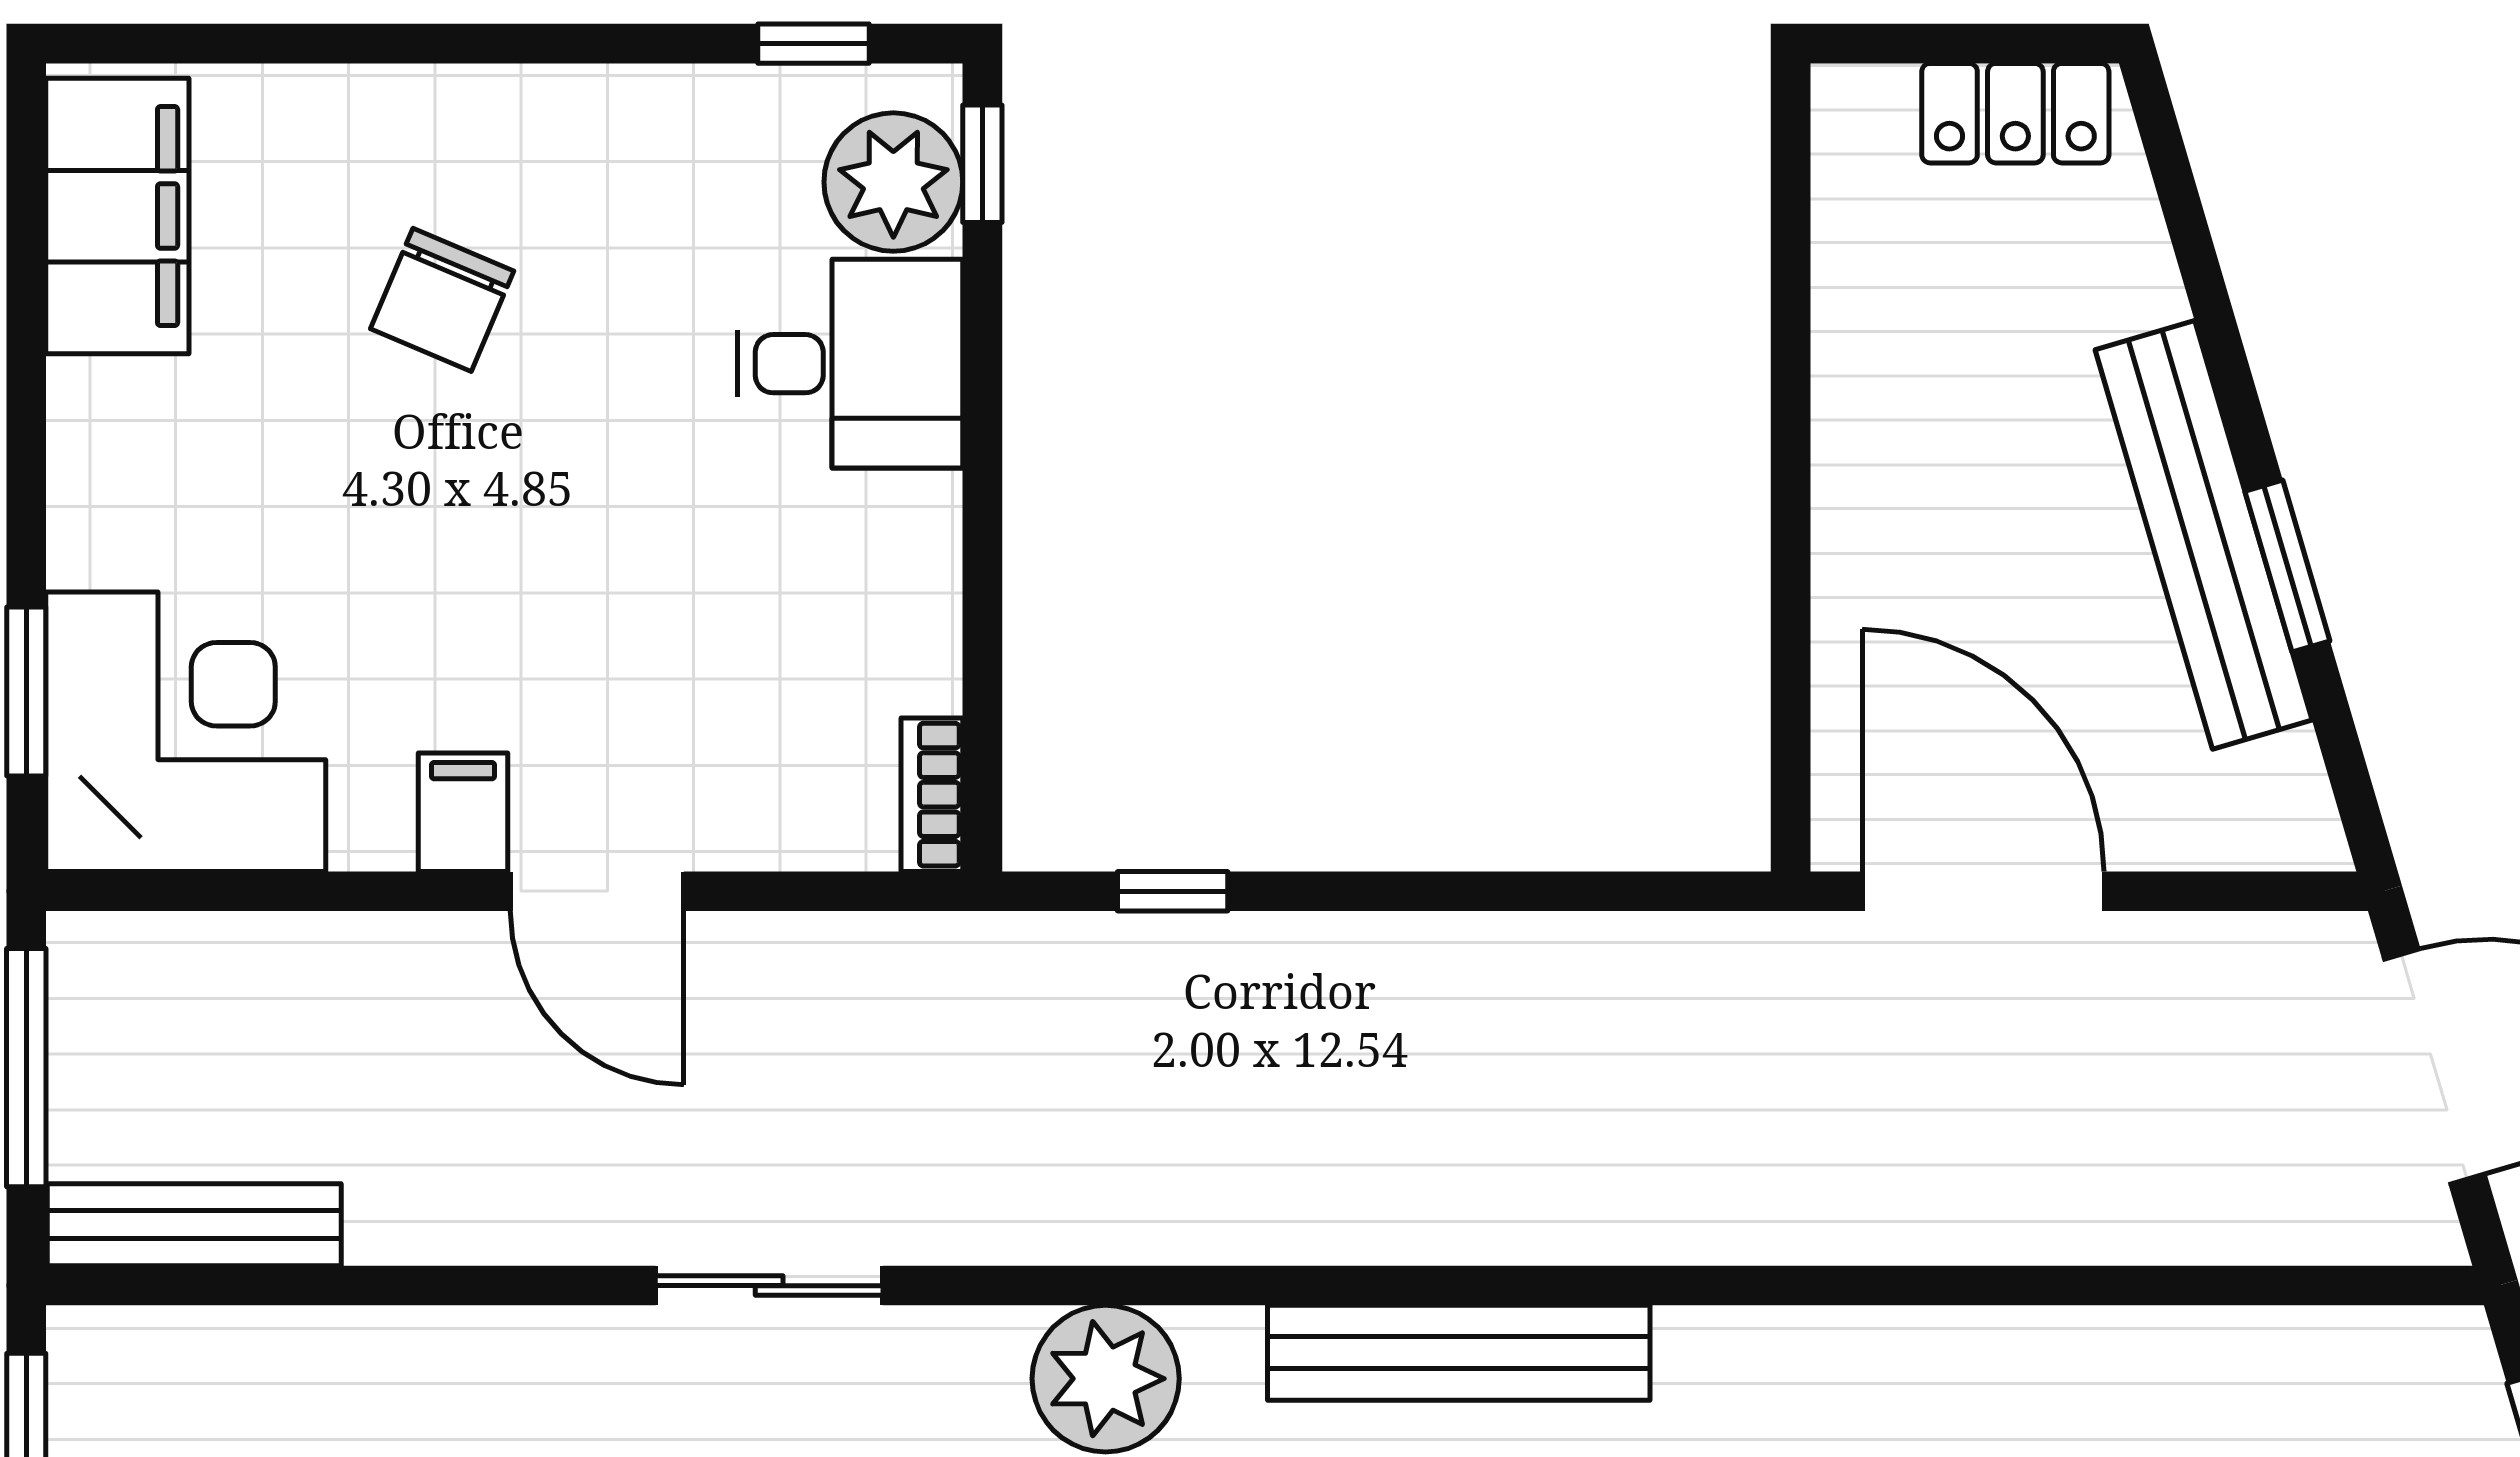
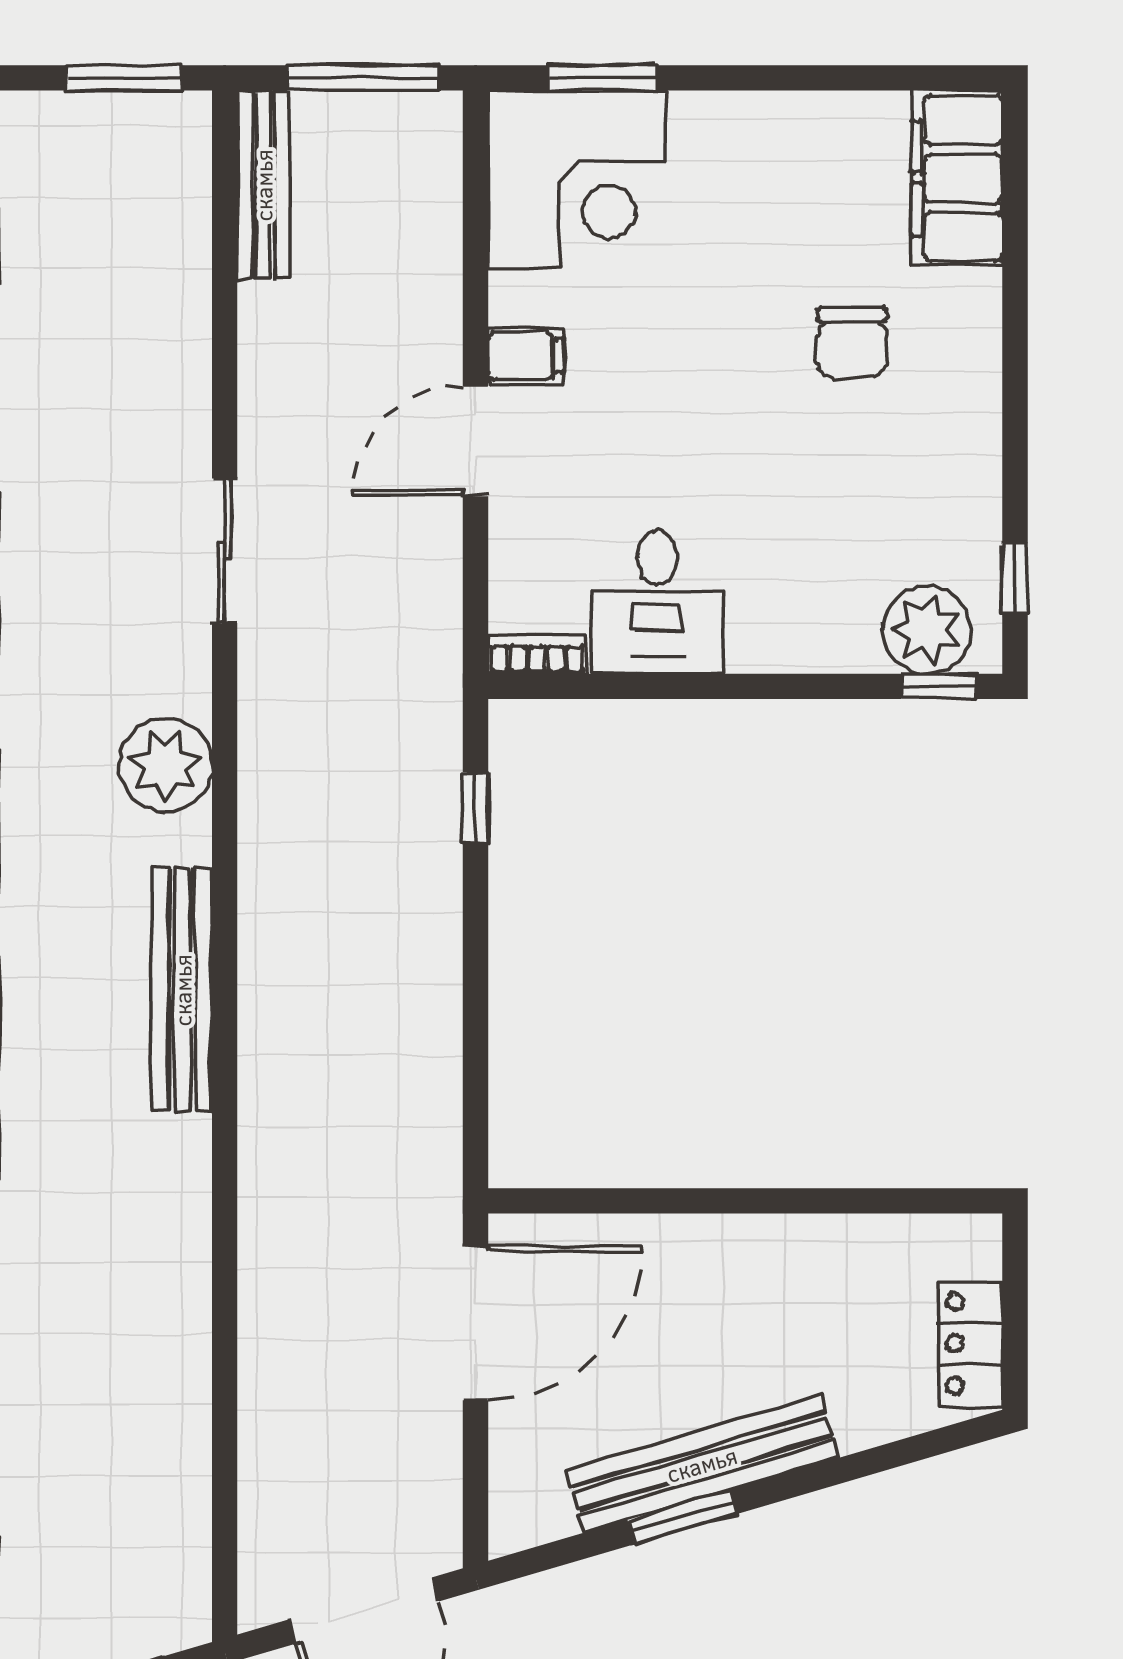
filing cabinet: (117, 216) -> (957, 178), moved, turned 90
chair: (442, 300) -> (852, 343), turned -113
desk: (850, 364) -> (657, 602), moved

